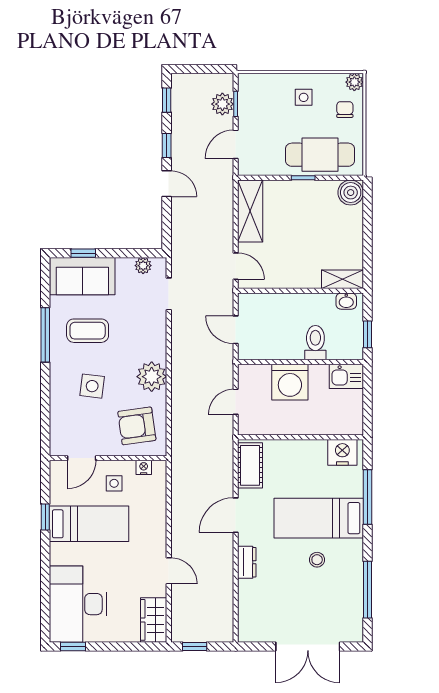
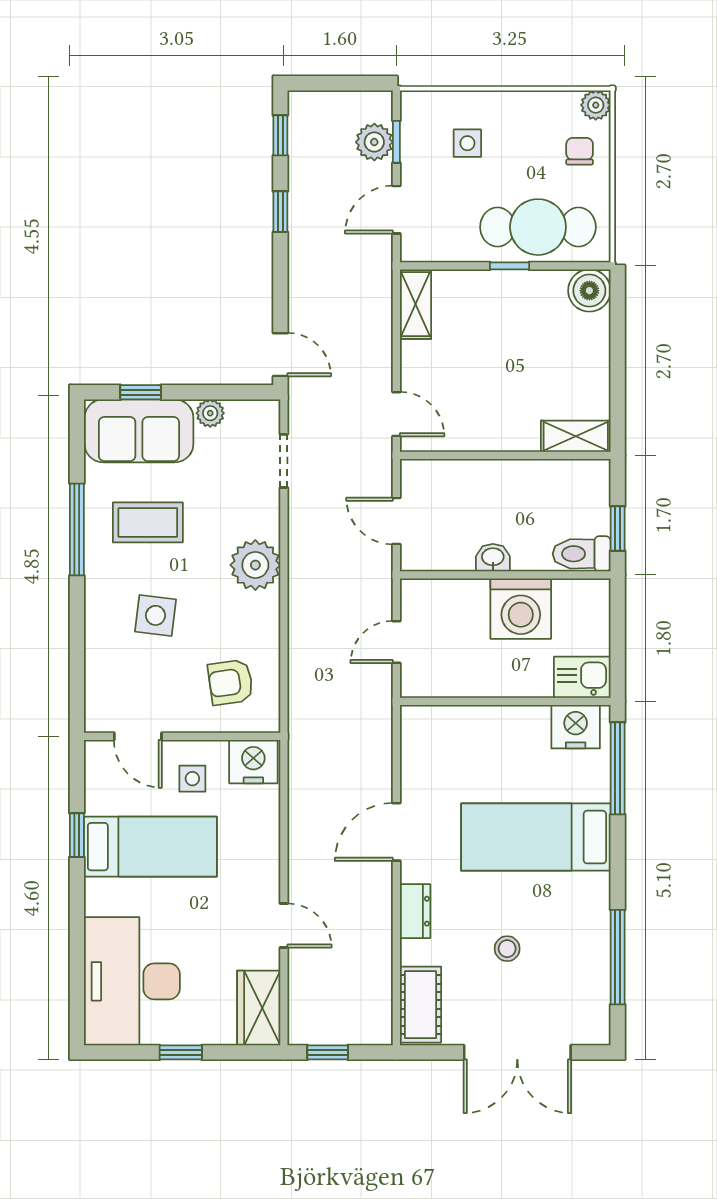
side table: (304, 97) -> (467, 143), moved
door: (167, 184) -> (280, 355), moved
shelving: (250, 211) -> (416, 304), width x0.67, depth x0.75
plant: (143, 266) -> (210, 413), moved
washbasin: (346, 301) -> (493, 558), moved, turned 180
toilet: (315, 343) -> (582, 554), moved, turned -90
kitchen sink: (346, 376) -> (582, 677), moved, turned 180
plant: (152, 377) -> (255, 565), moved
washing machine: (290, 382) -> (521, 609), moved
armchair: (137, 426) -> (231, 682), width x0.72, depth x0.72
door: (82, 458) -> (138, 736), hinge flipped
cot: (250, 465) -> (421, 1005), moved
nightstand: (144, 467) -> (253, 762), width x1.89, depth x1.79
window: (367, 497) -> (618, 768), moved
stool: (317, 560) -> (507, 949), moved
window: (73, 646) -> (181, 1052), moved

